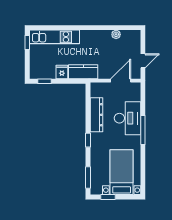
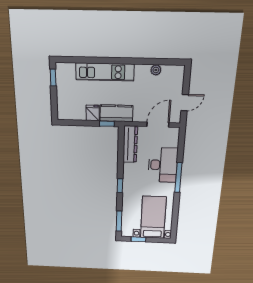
kitchen unit: (54, 37) -> (105, 72), moved
window: (44, 81) -> (107, 124), moved
dresser: (96, 115) -> (130, 144), moved

